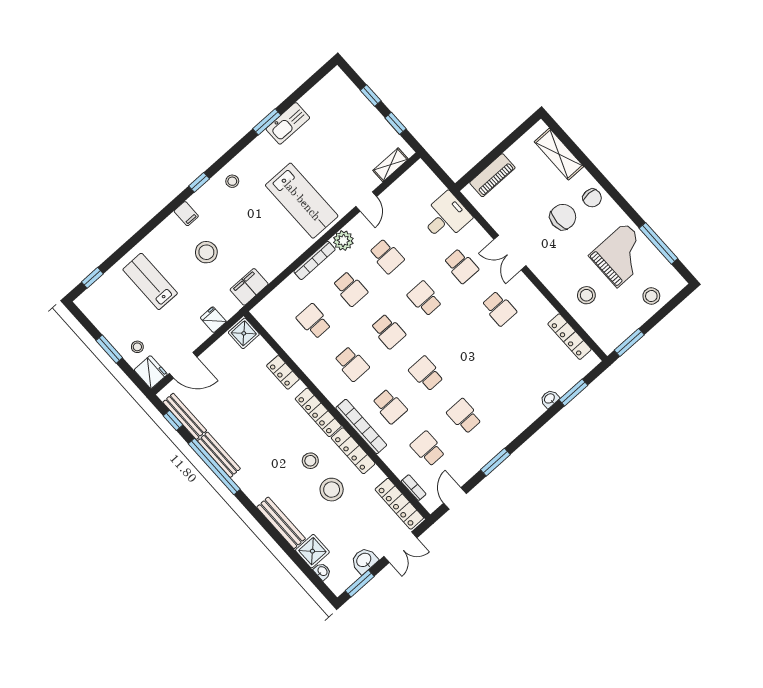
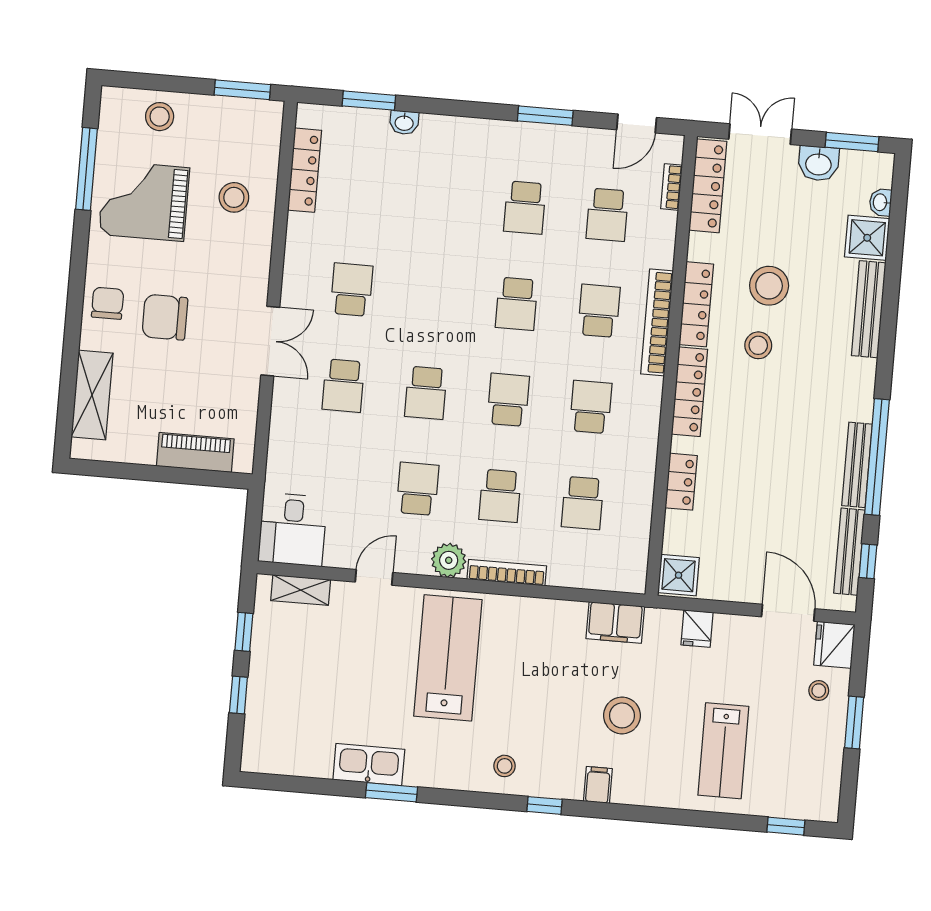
desk: (446, 217) -> (292, 529), moved, turned -90
school desk: (461, 266) -> (343, 386), turned 180
school desk: (350, 289) -> (500, 496), turned 180

